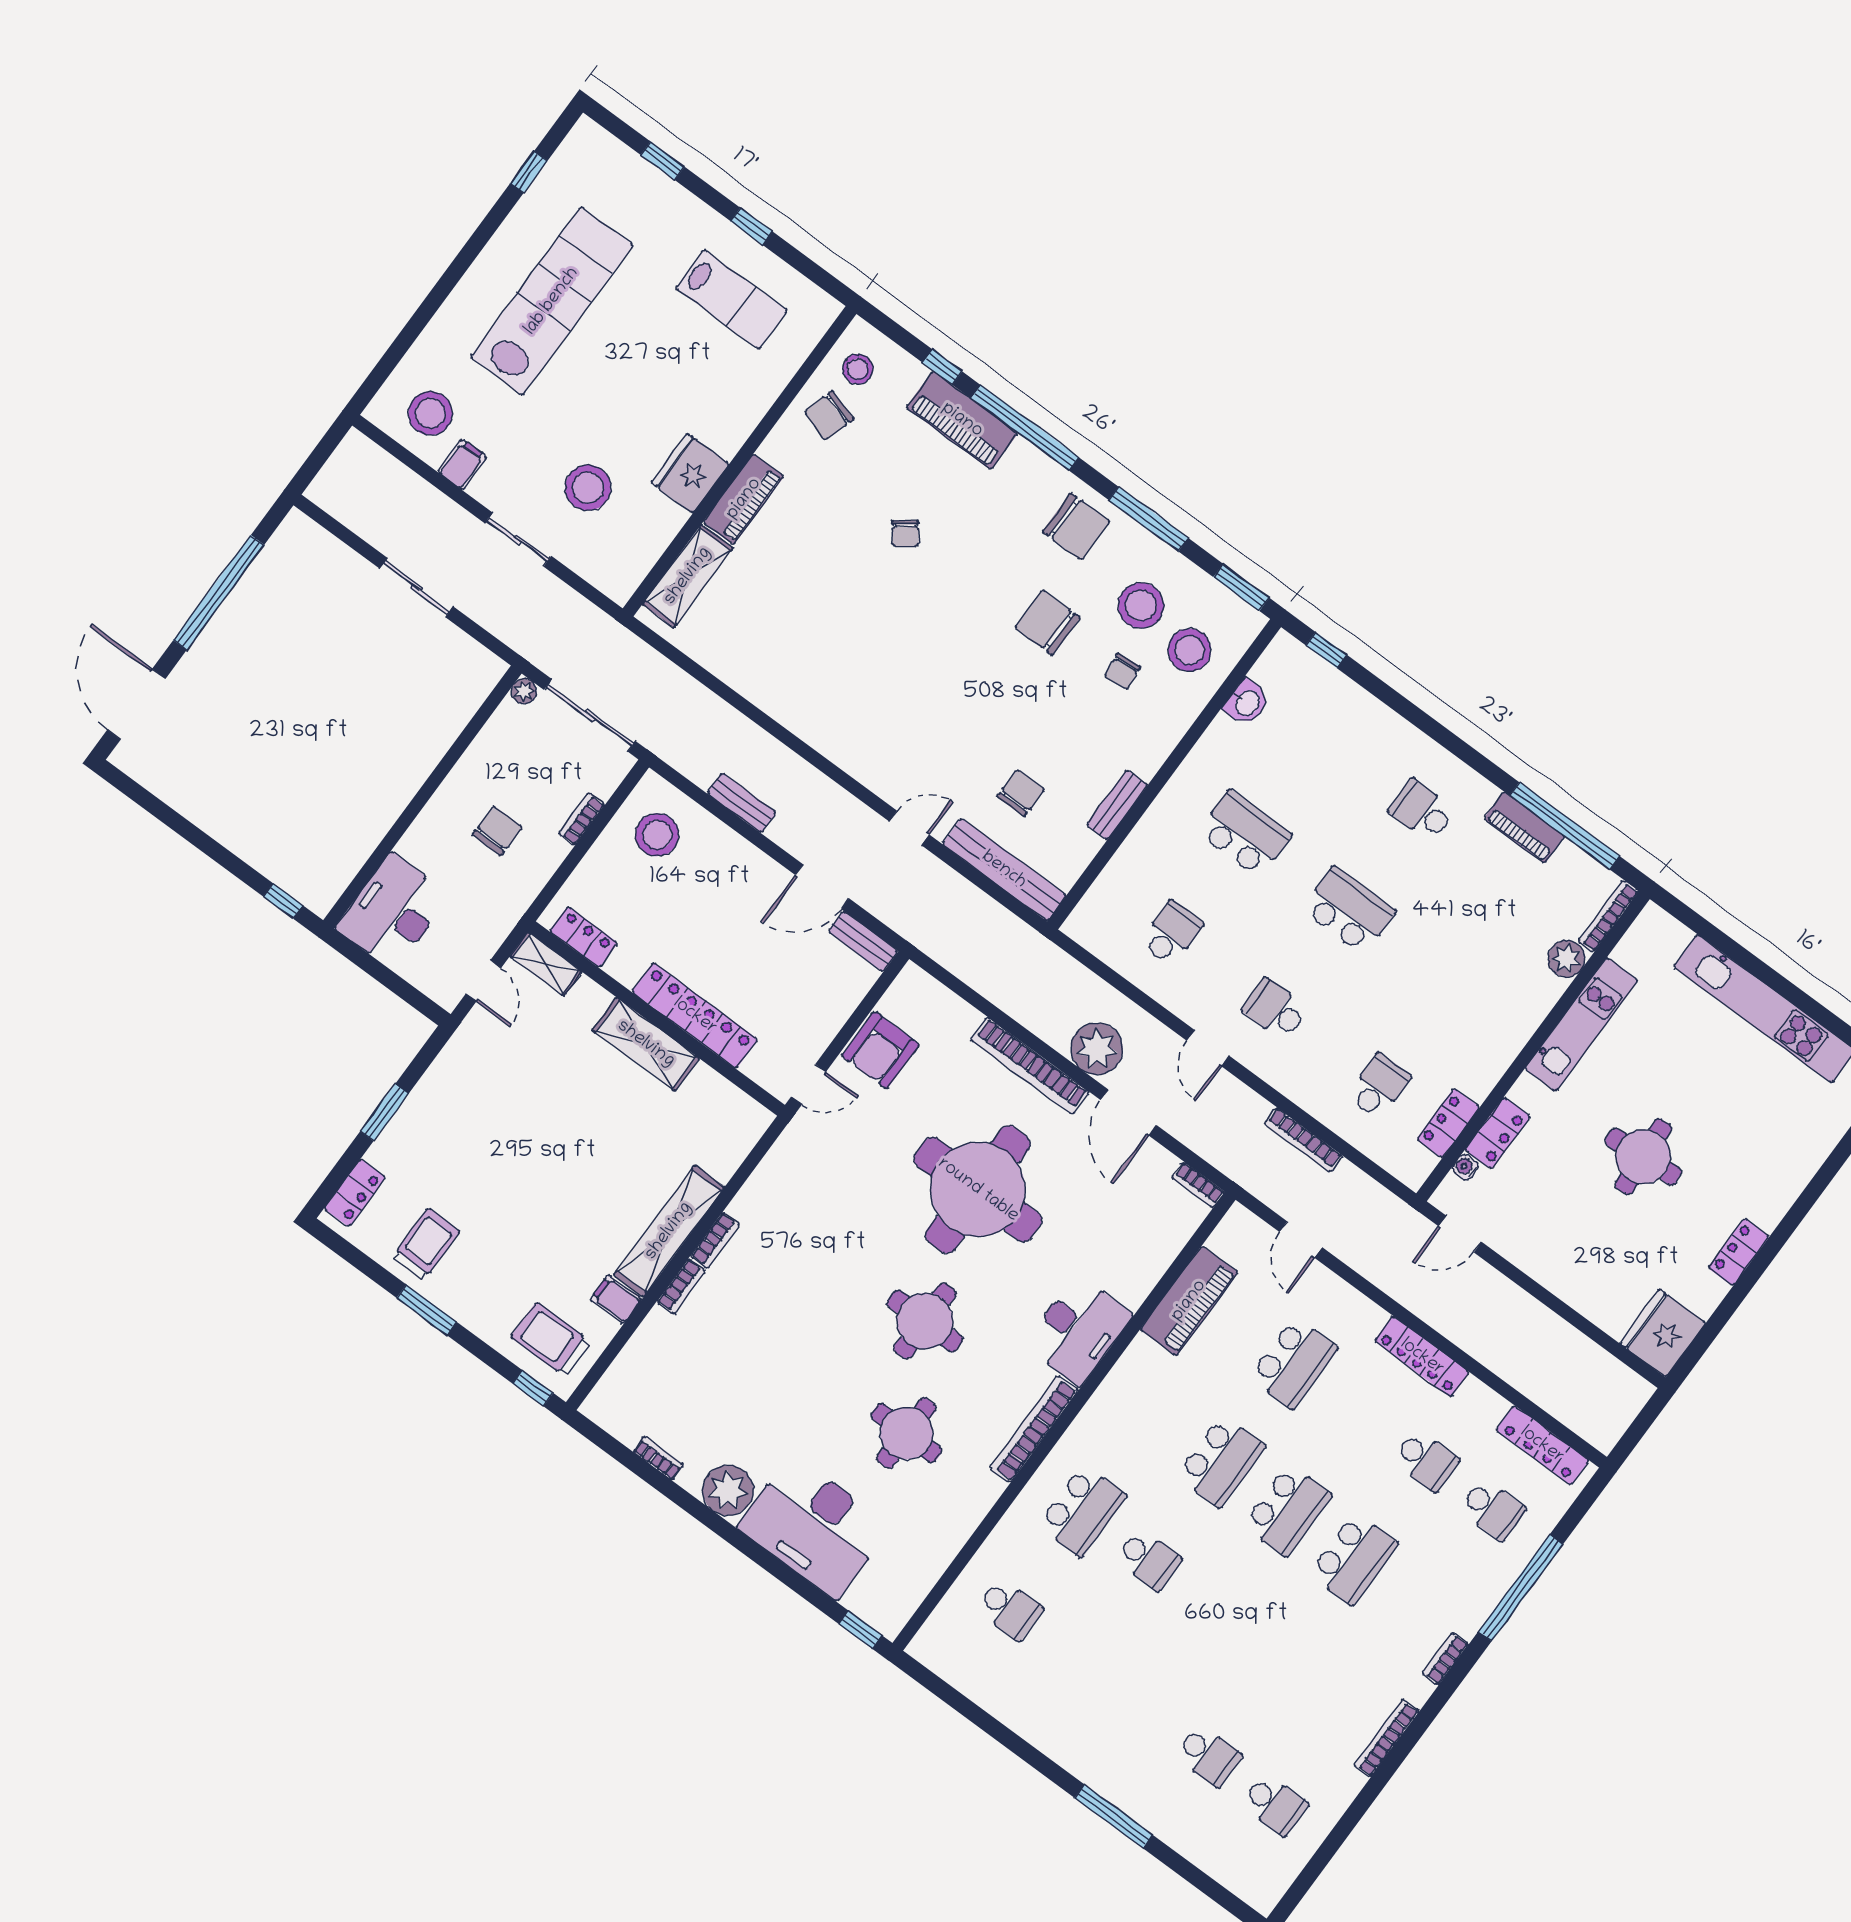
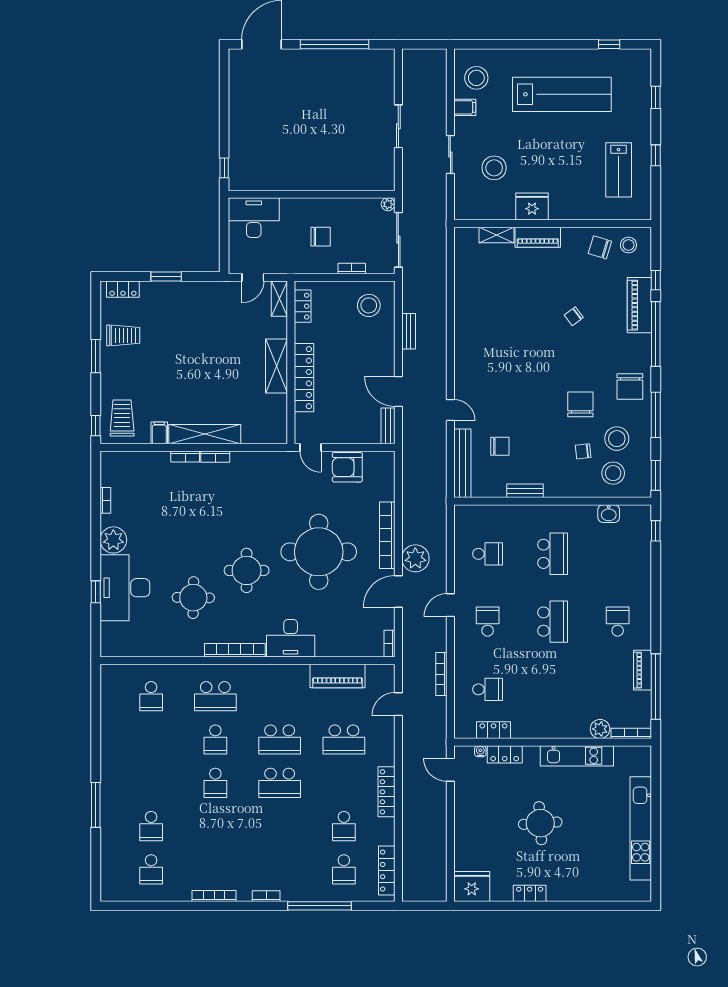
shelving: (688, 576) -> (497, 235), width x0.67, depth x0.75
school desk: (1354, 1559) -> (215, 783), moved, width x0.54
window: (860, 1630) -> (96, 592), moved

